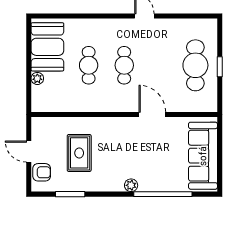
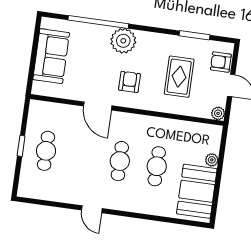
cafe table: (195, 65) -> (46, 151), width x0.73, depth x0.74
plant: (37, 123) -> (218, 113), added
armchair: (125, 142) -> (129, 82), added
sofa: (203, 156) -> (51, 56), width x0.73
plant: (131, 185) -> (123, 41), width x1.87, depth x1.87

